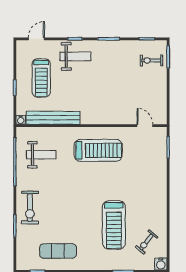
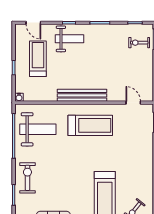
door: (36, 39) -> (33, 23), swing flipped
treadmill: (41, 78) -> (38, 59), turned 180
bench: (53, 118) -> (82, 95), moved
weight bench: (41, 155) -> (38, 129), width x1.36, depth x1.33
exercise bike: (30, 208) -> (27, 178), turned 180

